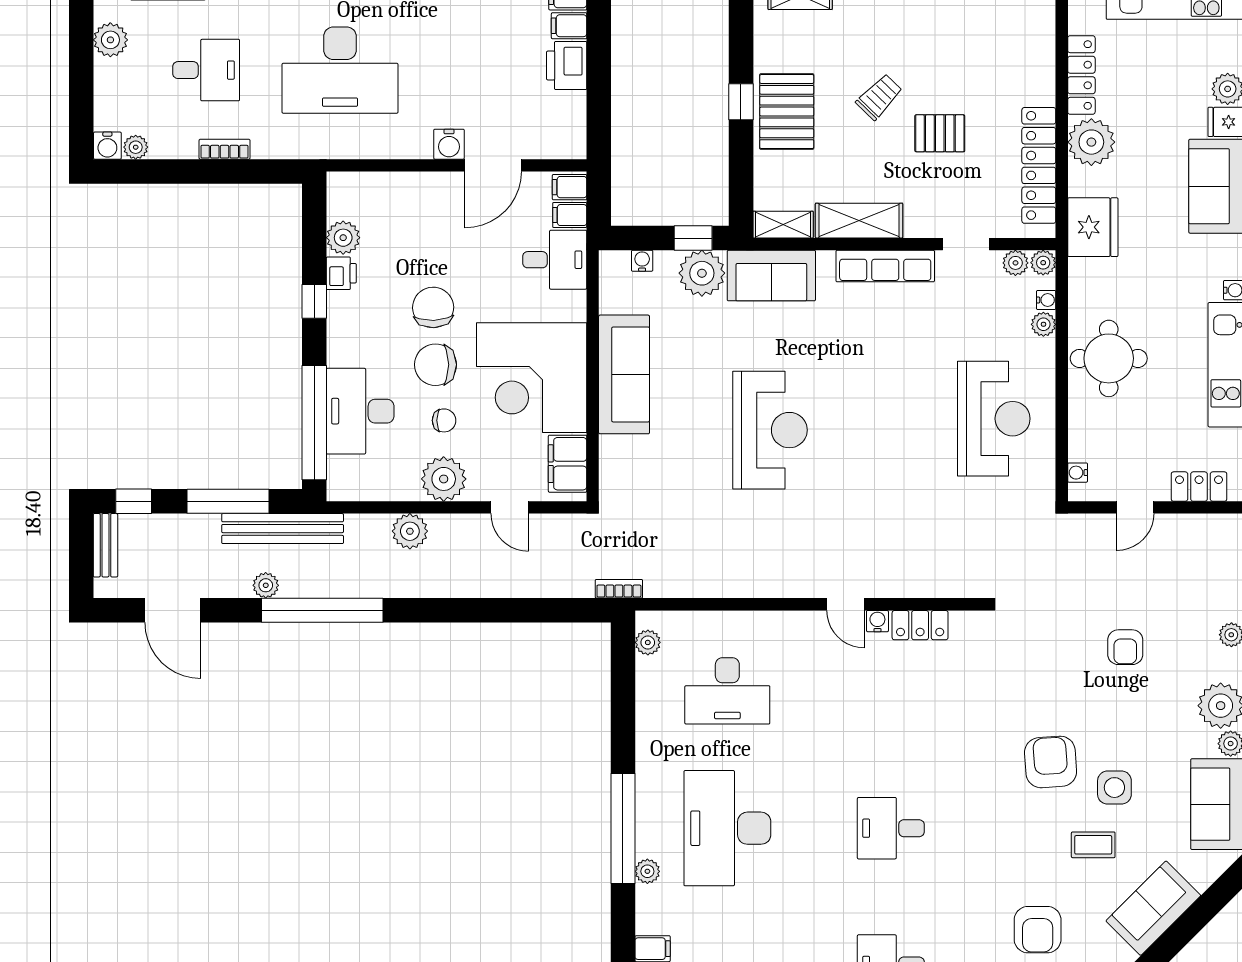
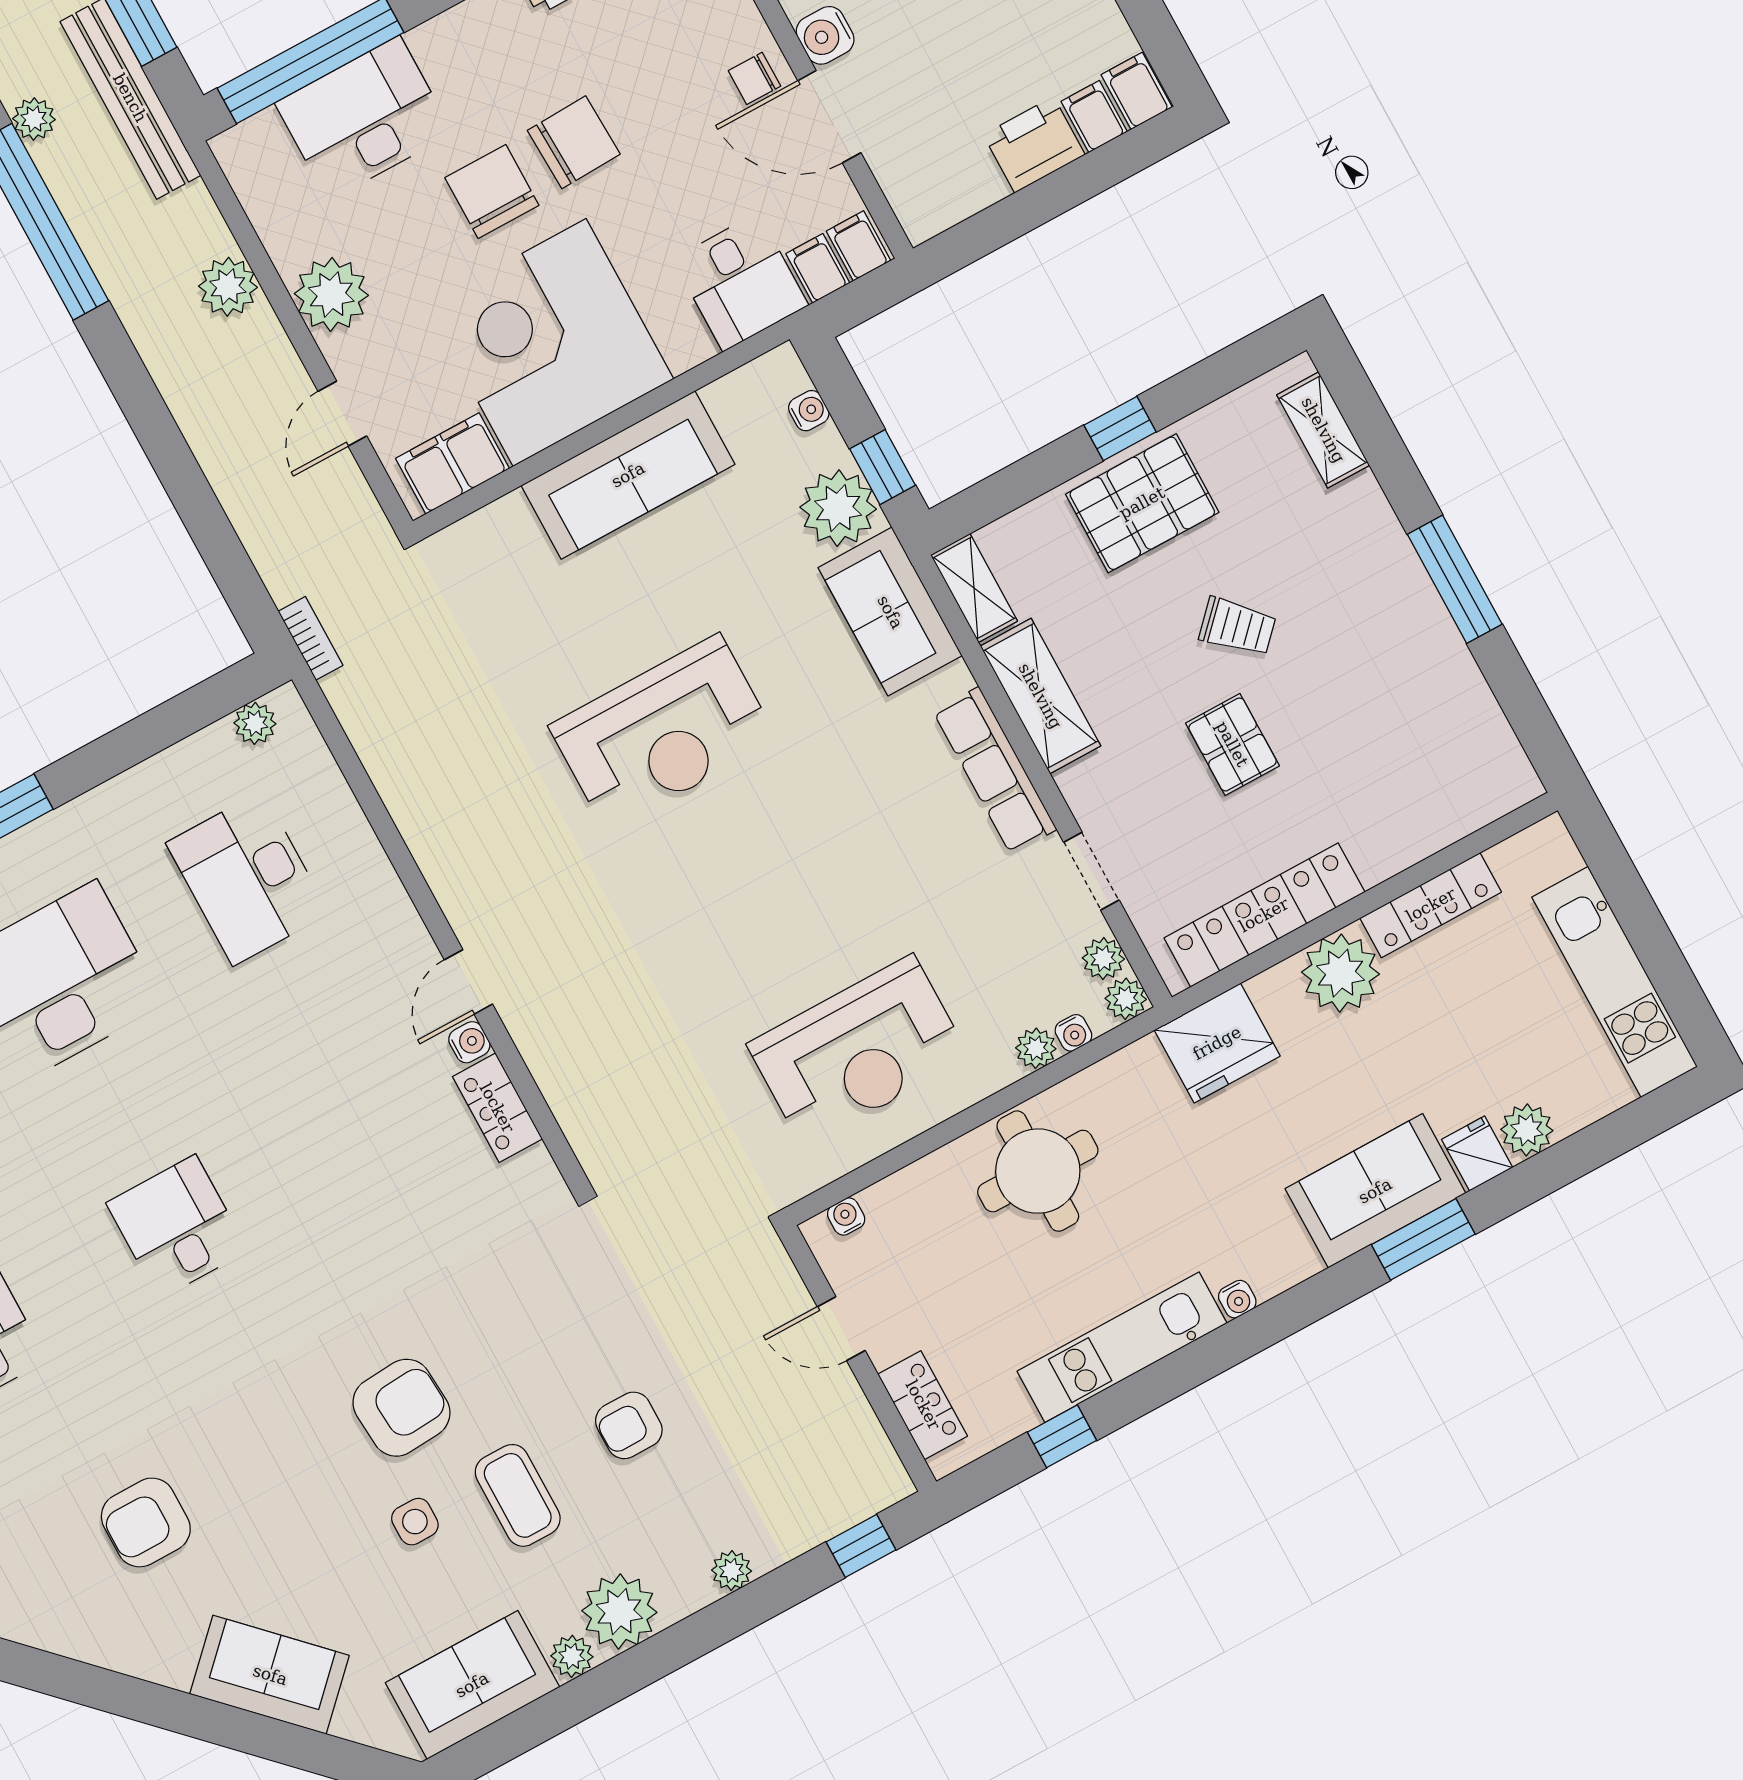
chair: (444, 420) -> (754, 78), moved, turned 90
side table: (1114, 788) -> (415, 1522), width x0.73, depth x0.73
coffee table: (1093, 845) -> (518, 1495), moved, width x1.36, depth x1.30

